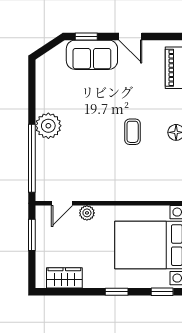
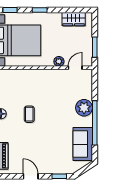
sofa: (92, 55) -> (83, 144), moved, turned -90
plant: (48, 126) -> (84, 108), moved
window: (32, 158) -> (95, 123), moved

